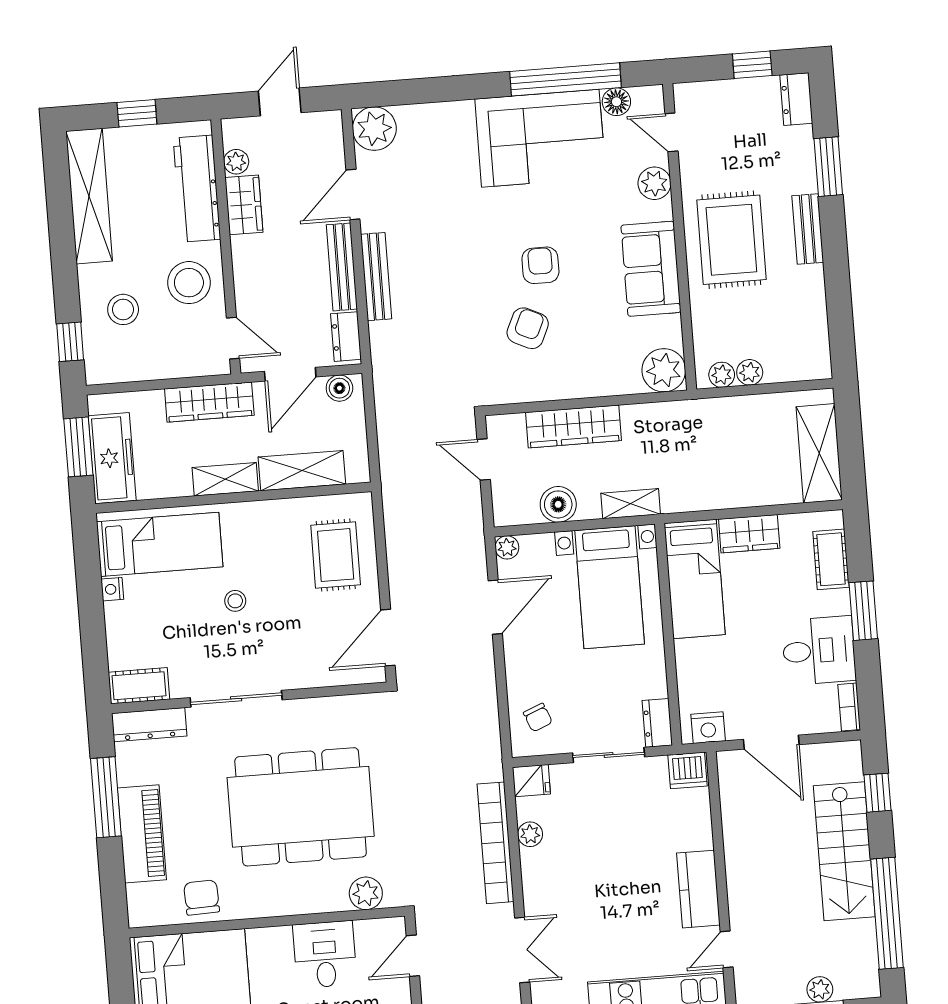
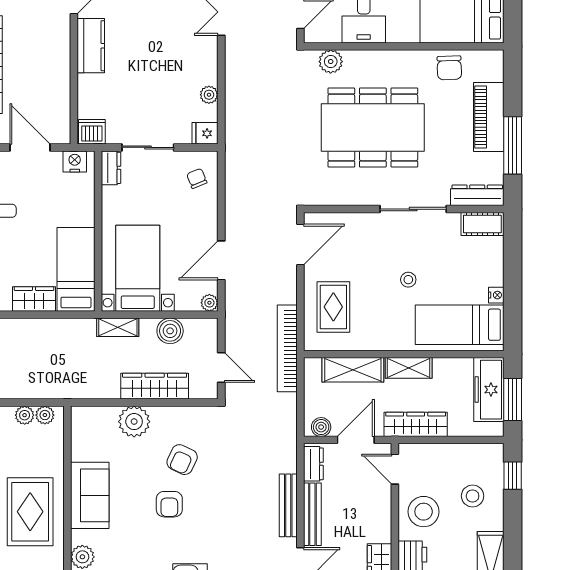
plant: (664, 370) -> (134, 422), moved
bookcase: (496, 843) -> (287, 348), moved, turned 180

